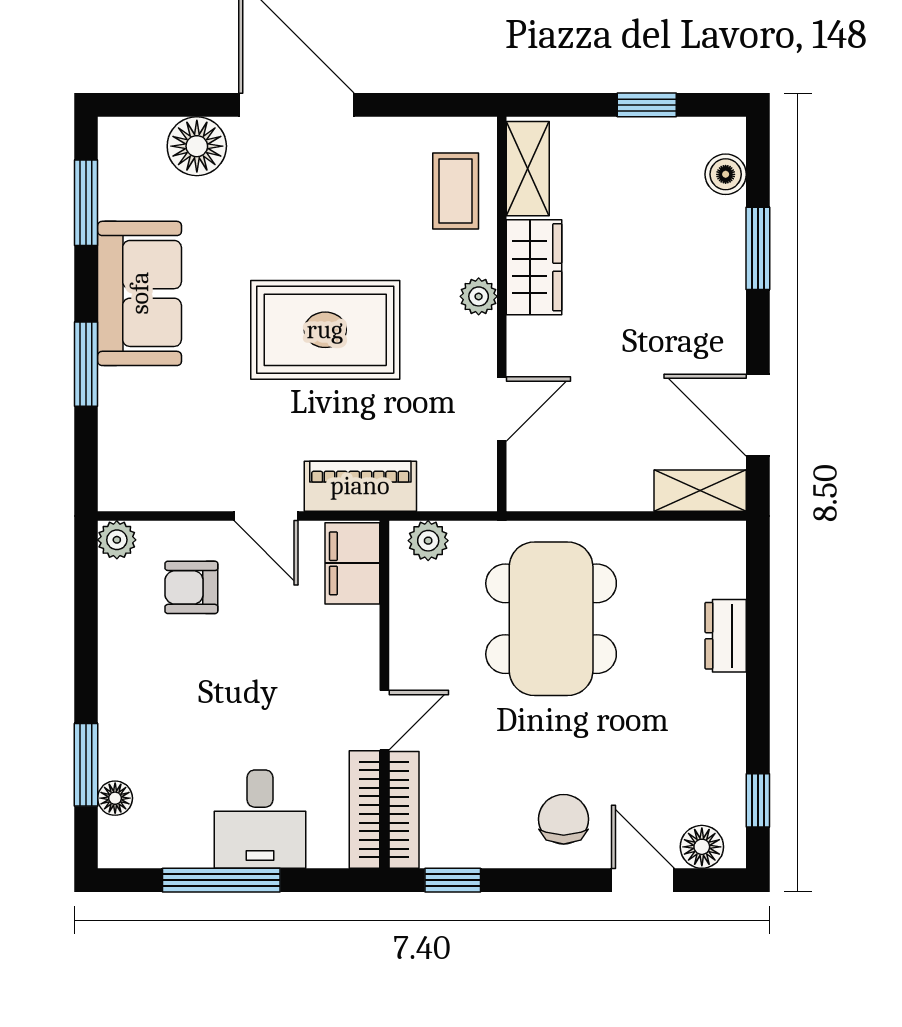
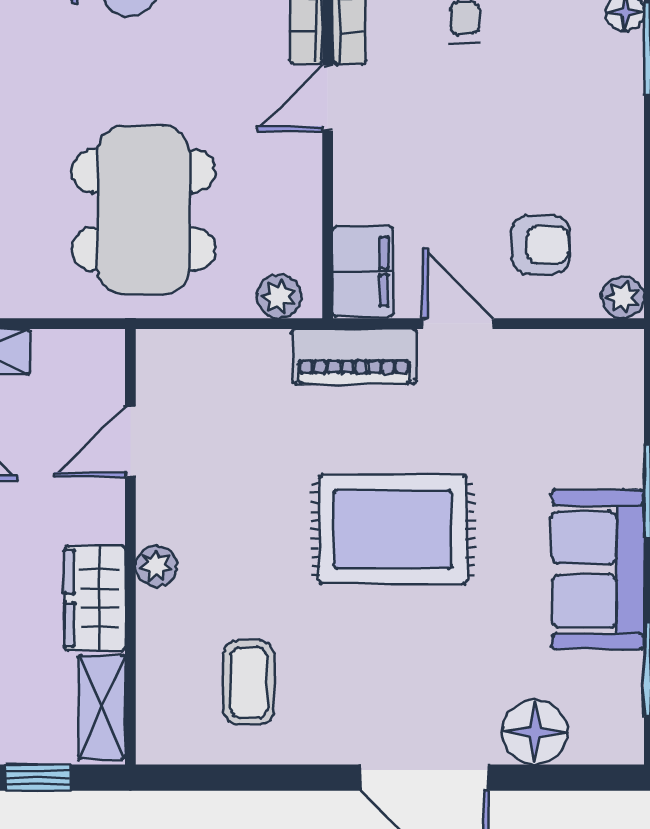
shelving: (528, 169) -> (102, 707), moved
wardrobe: (534, 267) -> (95, 598), moved
plant: (479, 296) -> (156, 566), moved
wall: (502, 314) -> (130, 547), moved
door: (502, 409) -> (130, 442), moved

